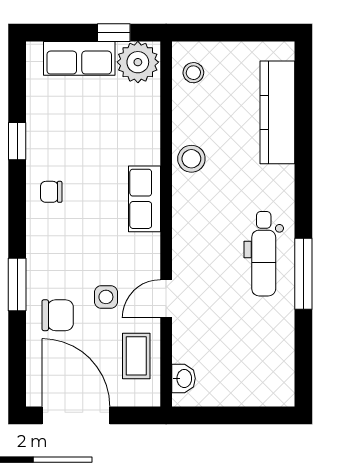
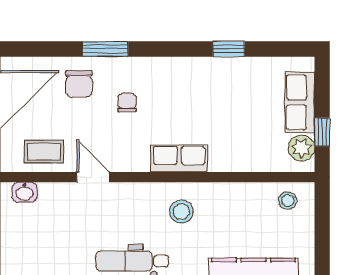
plant: (138, 62) -> (301, 148), width x0.73, depth x0.73
stool: (191, 159) -> (181, 211), moved
chair: (51, 192) -> (127, 103), moved
side table: (106, 297) -> (95, 125), removed

